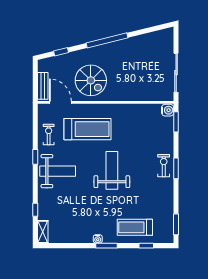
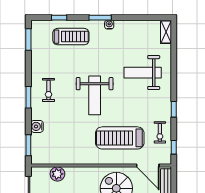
plant: (148, 94) -> (57, 174), added
water cooler: (168, 110) -> (37, 126), moved
exercise bike: (164, 166) -> (49, 90), moved
weight bench: (58, 171) -> (143, 73), moved
window: (35, 210) -> (174, 147), moved

